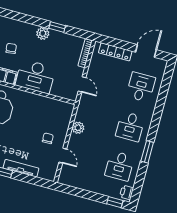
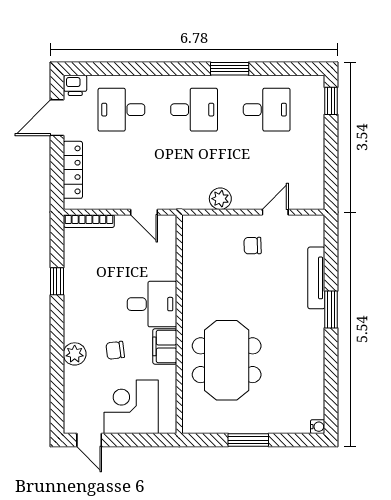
plant: (43, 33) -> (75, 354), moved
door: (146, 51) -> (57, 118), hinge flipped
desk: (35, 76) -> (152, 304), width x0.73
door: (82, 84) -> (144, 212), swing flipped
printer: (127, 192) -> (75, 85), moved

